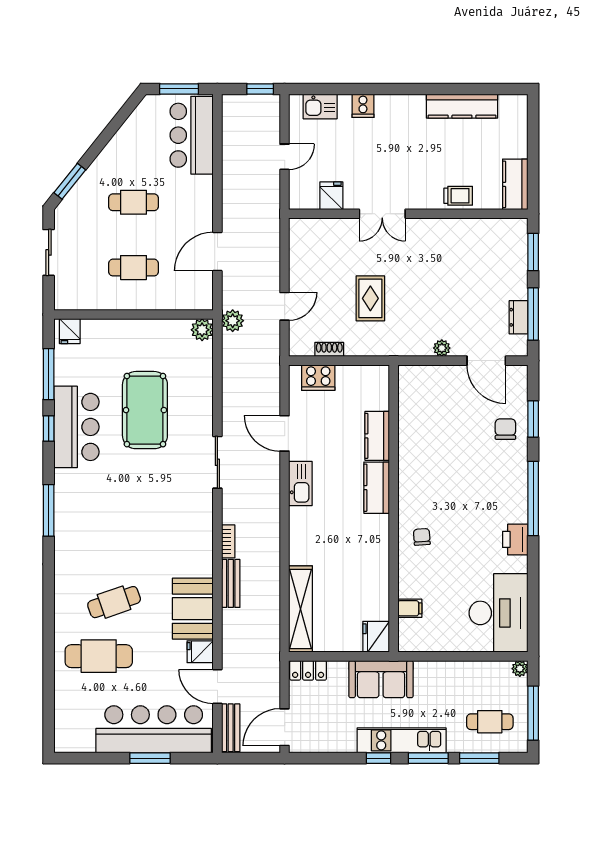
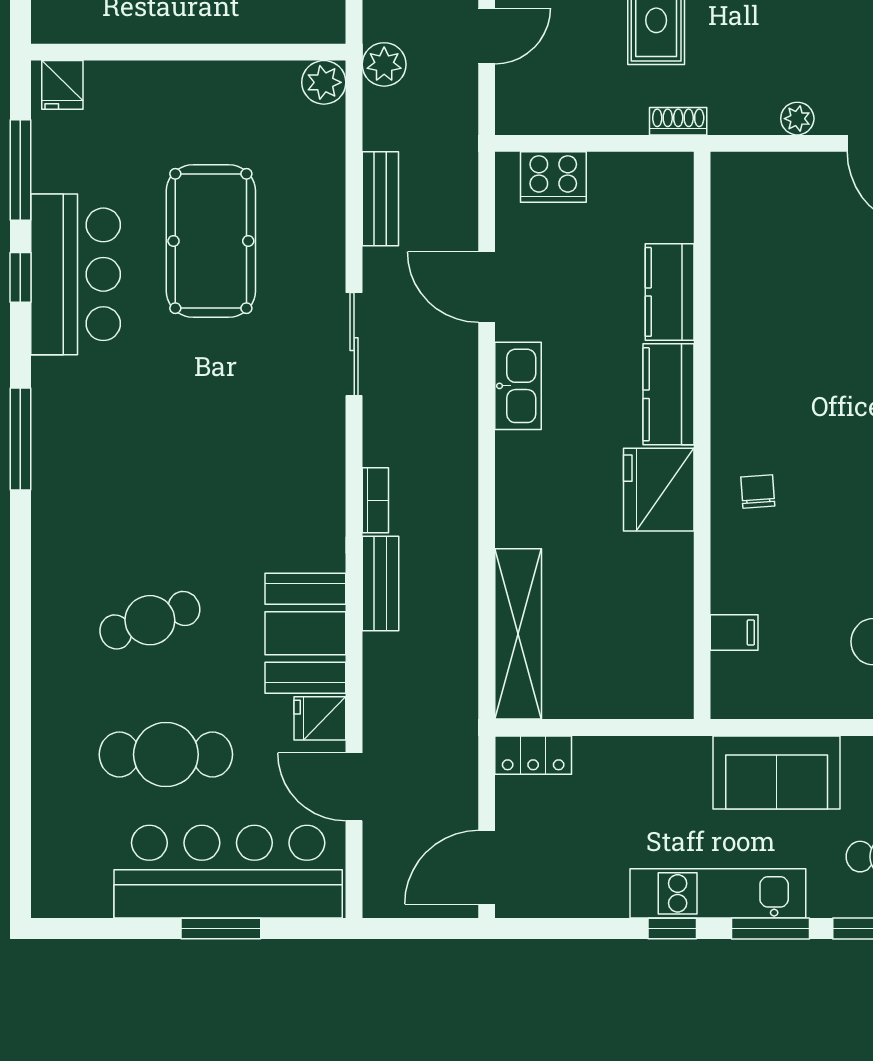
shoe rack: (329, 349) -> (678, 121), moved
fridge: (376, 637) -> (659, 490), moved, width x1.36, depth x1.34
cafe table: (99, 656) -> (166, 754), moved
sofa: (381, 679) -> (777, 772), moved
bench: (231, 728) -> (380, 199), moved

